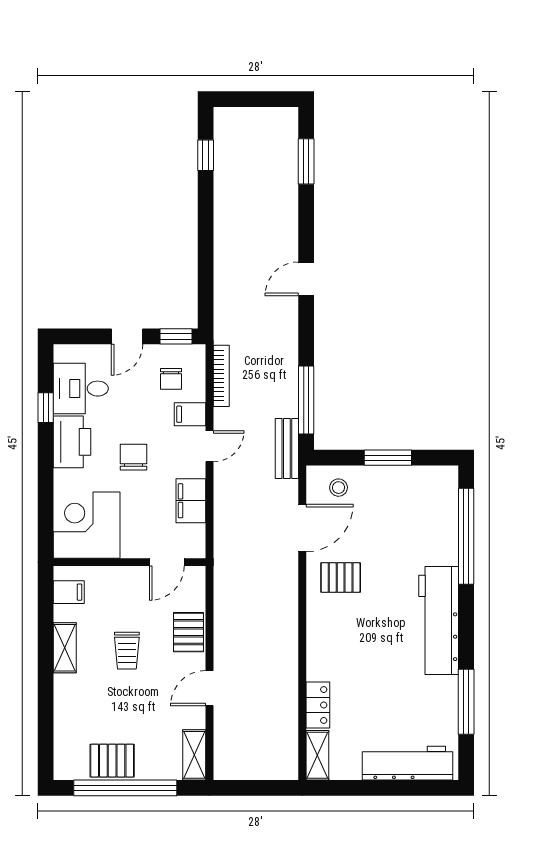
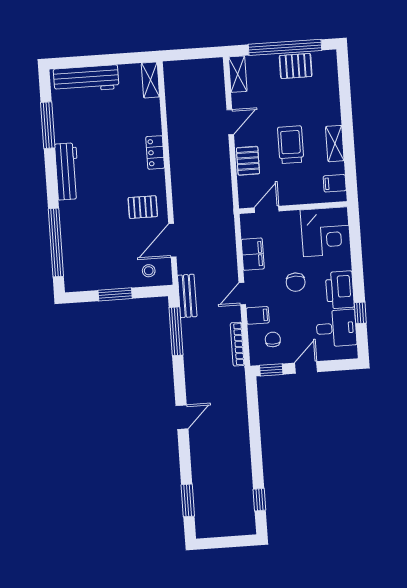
workbench: (439, 621) -> (67, 171), width x0.73, depth x0.76
trolley: (127, 651) -> (291, 145), width x1.36, depth x1.39
locker: (318, 705) -> (155, 152), moved

